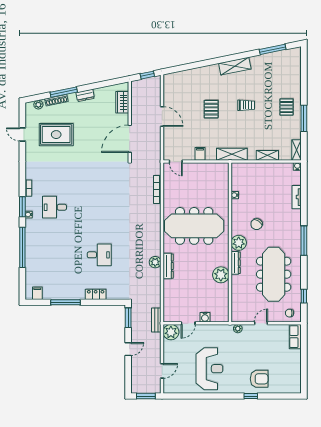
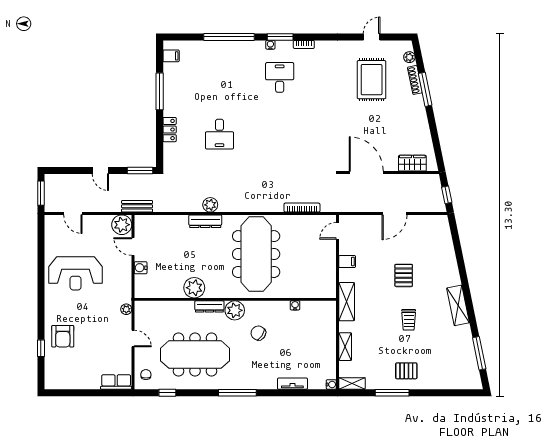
dresser: (85, 95) -> (421, 116), removed
pallet: (211, 109) -> (404, 275), turned 90
window: (251, 396) -> (41, 348), moved

